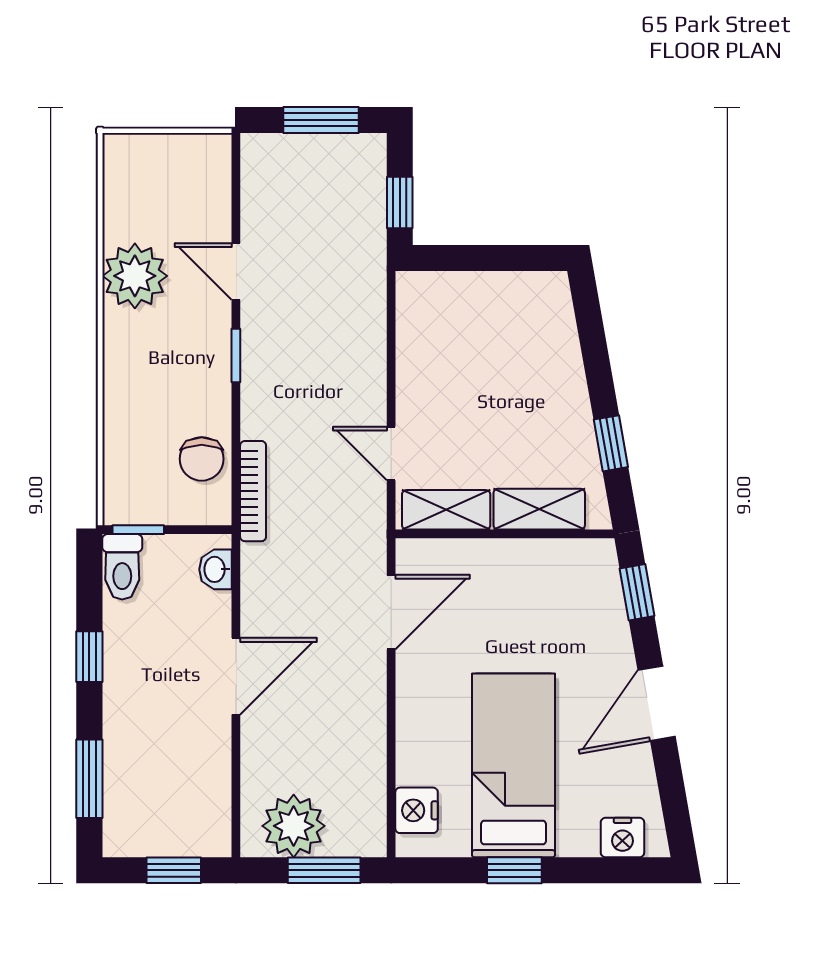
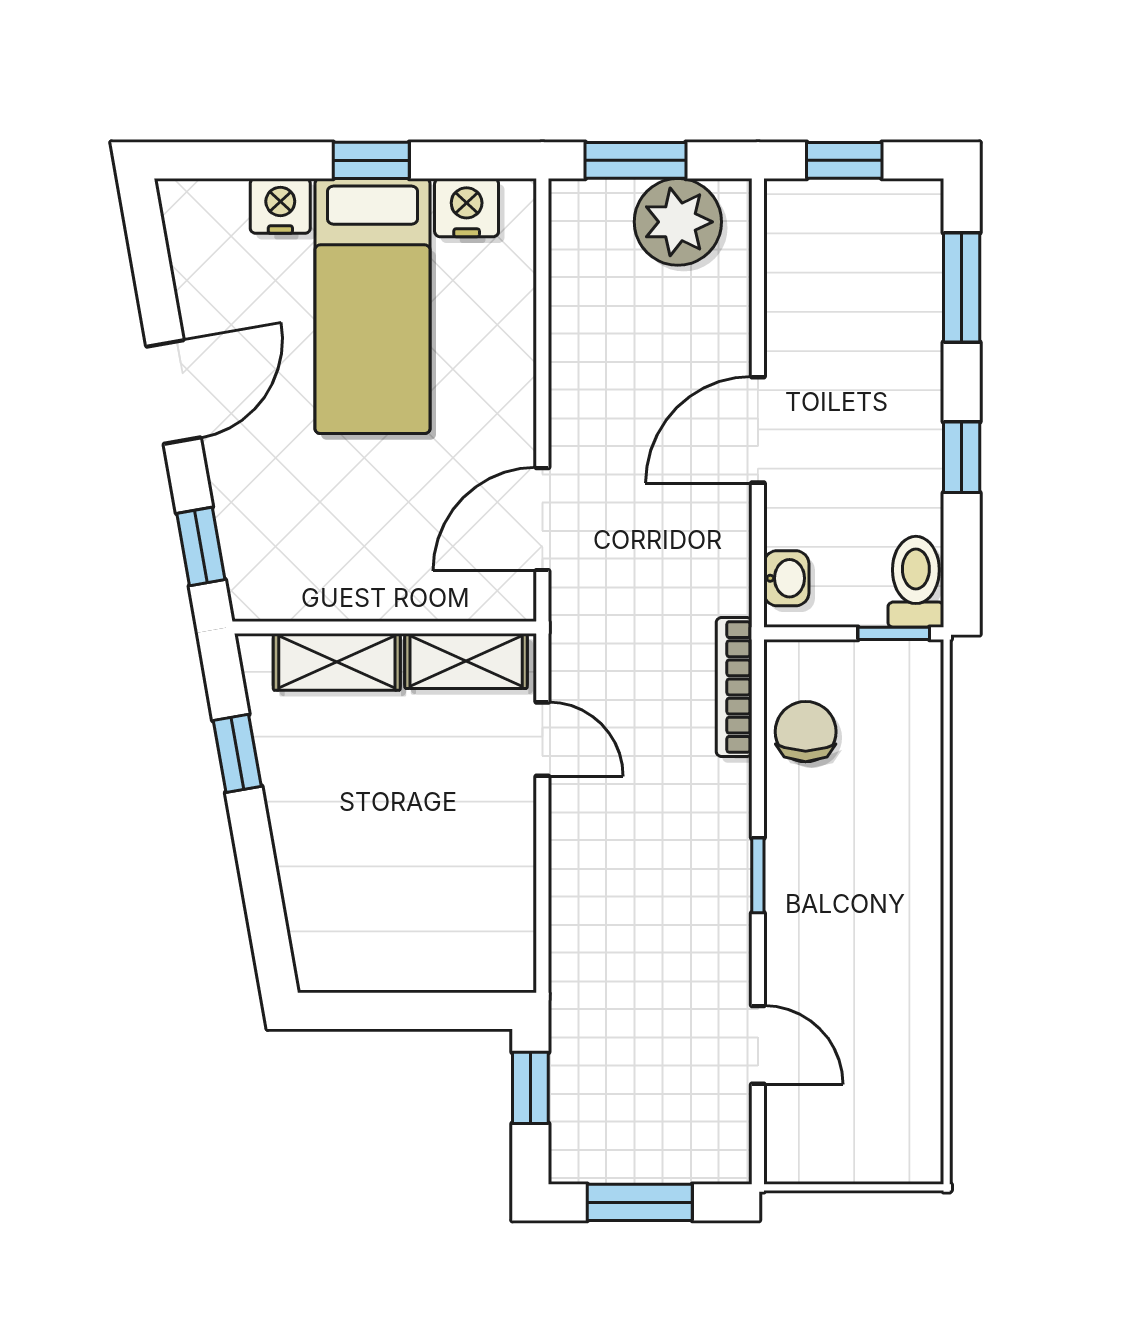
door: (236, 272) -> (758, 1045), moved
plant: (135, 276) -> (898, 986), removed
nightstand: (417, 810) -> (467, 208), moved, turned -90
nightstand: (622, 838) -> (280, 206), moved

